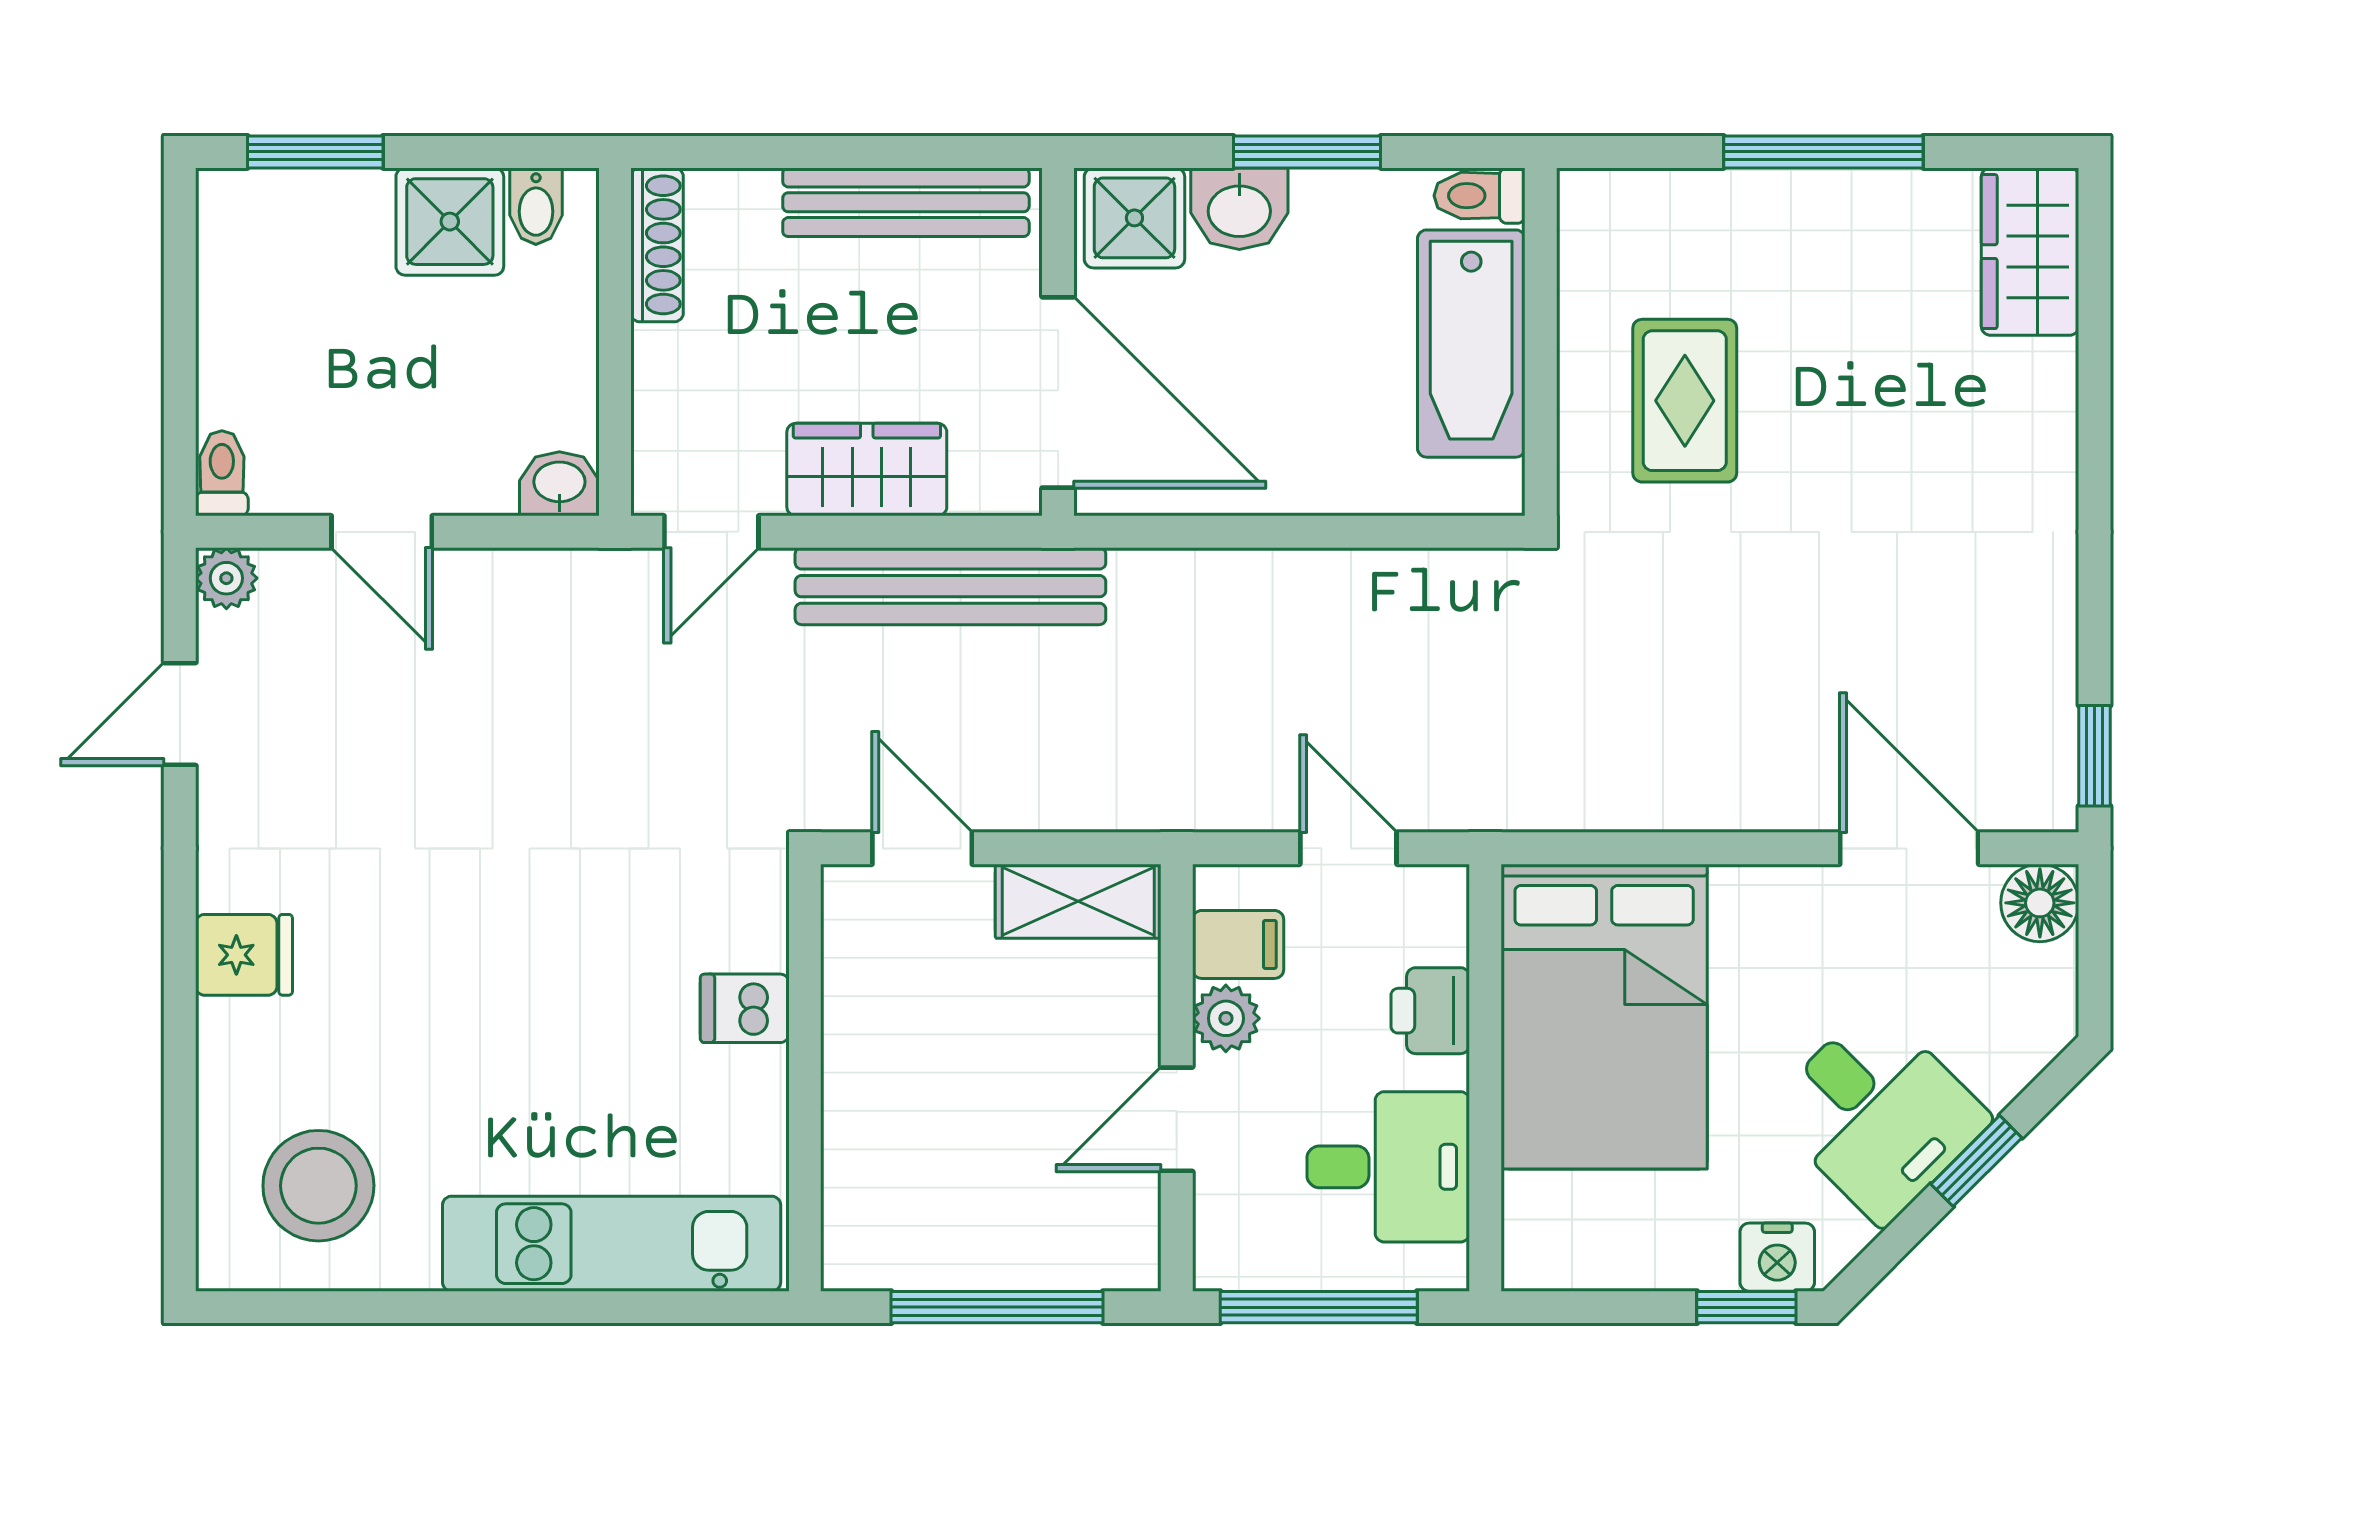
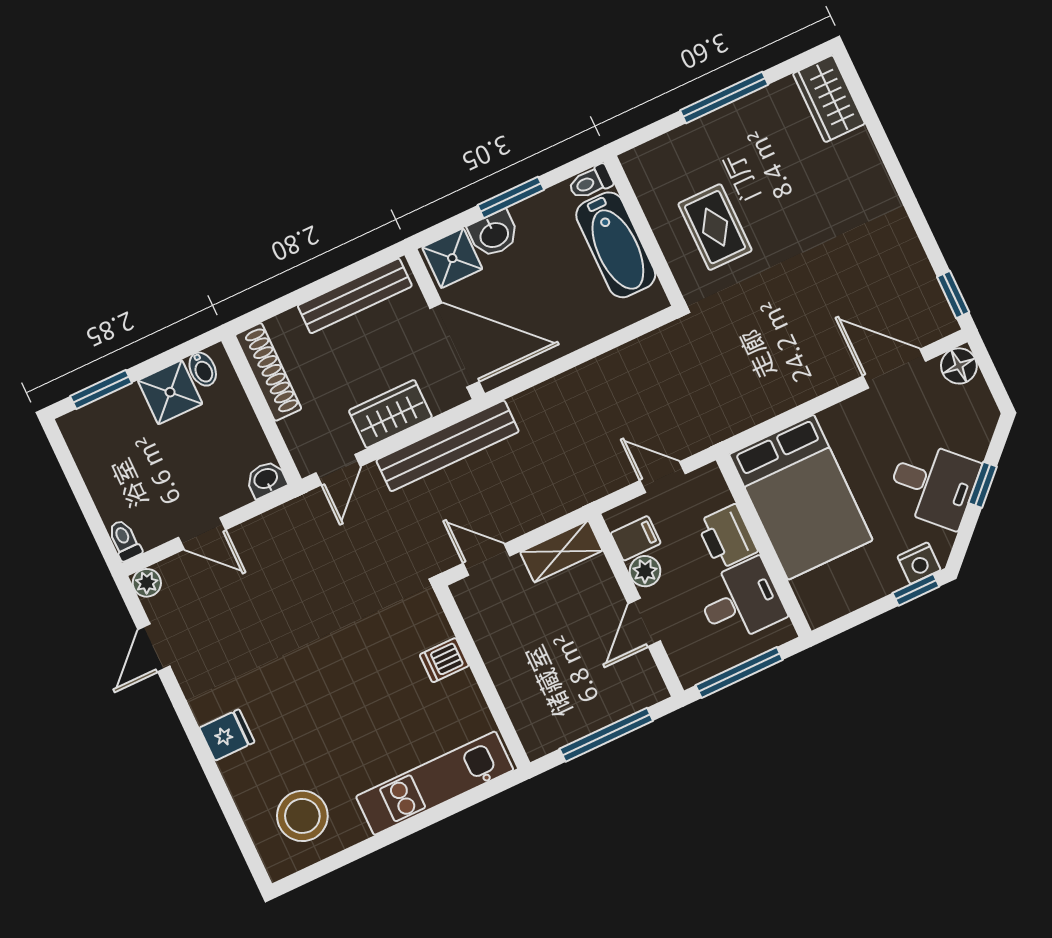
shoe rack: (657, 245) -> (268, 372), width x1.36, depth x1.24
printer: (1430, 1011) -> (727, 537), width x1.36, depth x1.24

